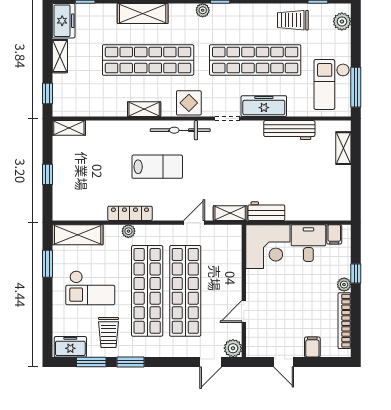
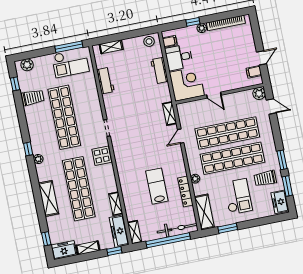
trolley: (293, 20) -> (33, 98), turned -90
freezer: (264, 106) -> (119, 231), moved
shelving: (144, 109) -> (116, 204), moved
bicycle: (180, 130) -> (177, 228), moved, turned -90
workbench: (289, 130) -> (105, 81), width x0.73
lab bench: (157, 167) -> (157, 186), moved
window: (47, 174) -> (168, 240), width x3.17
stool: (340, 204) -> (149, 41), added
workbench: (266, 211) -> (160, 70), moved
locker: (130, 213) -> (185, 192), moved
door: (194, 223) -> (181, 136), hinge flipped
door: (244, 311) -> (214, 95), moved
trolley: (108, 332) -> (265, 178), turned 180
filing cabinet: (312, 347) -> (254, 72), moved

